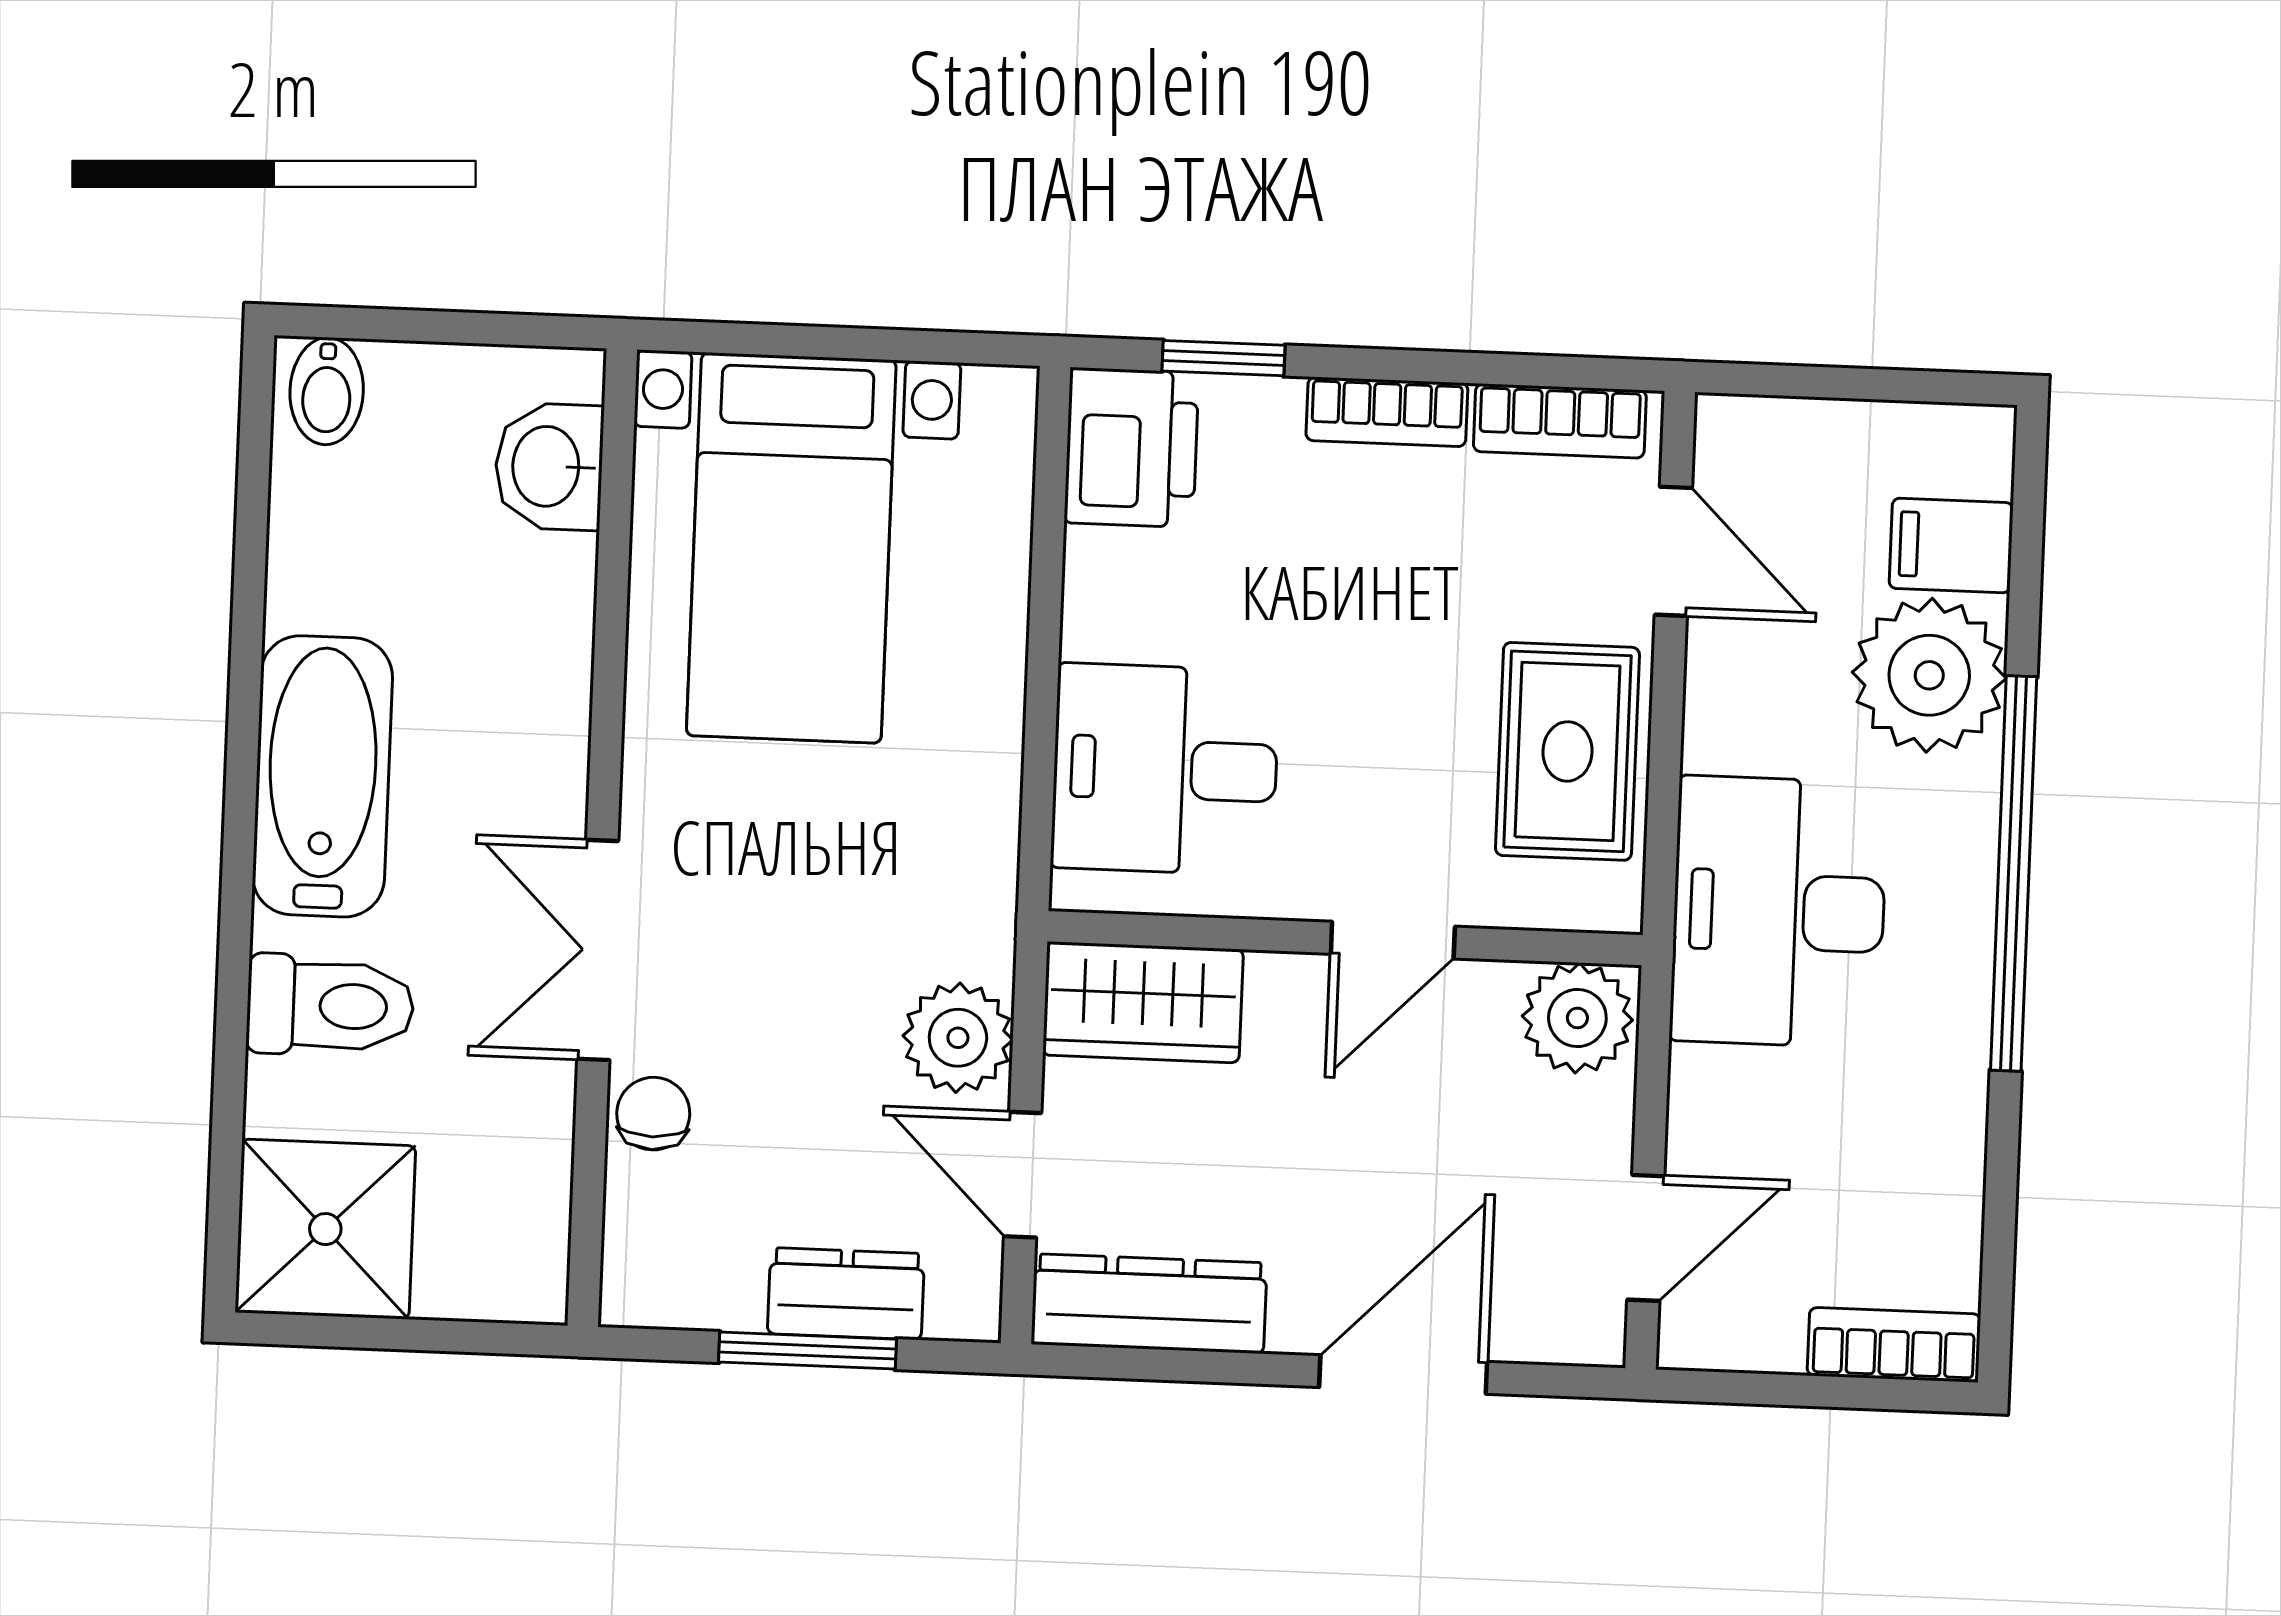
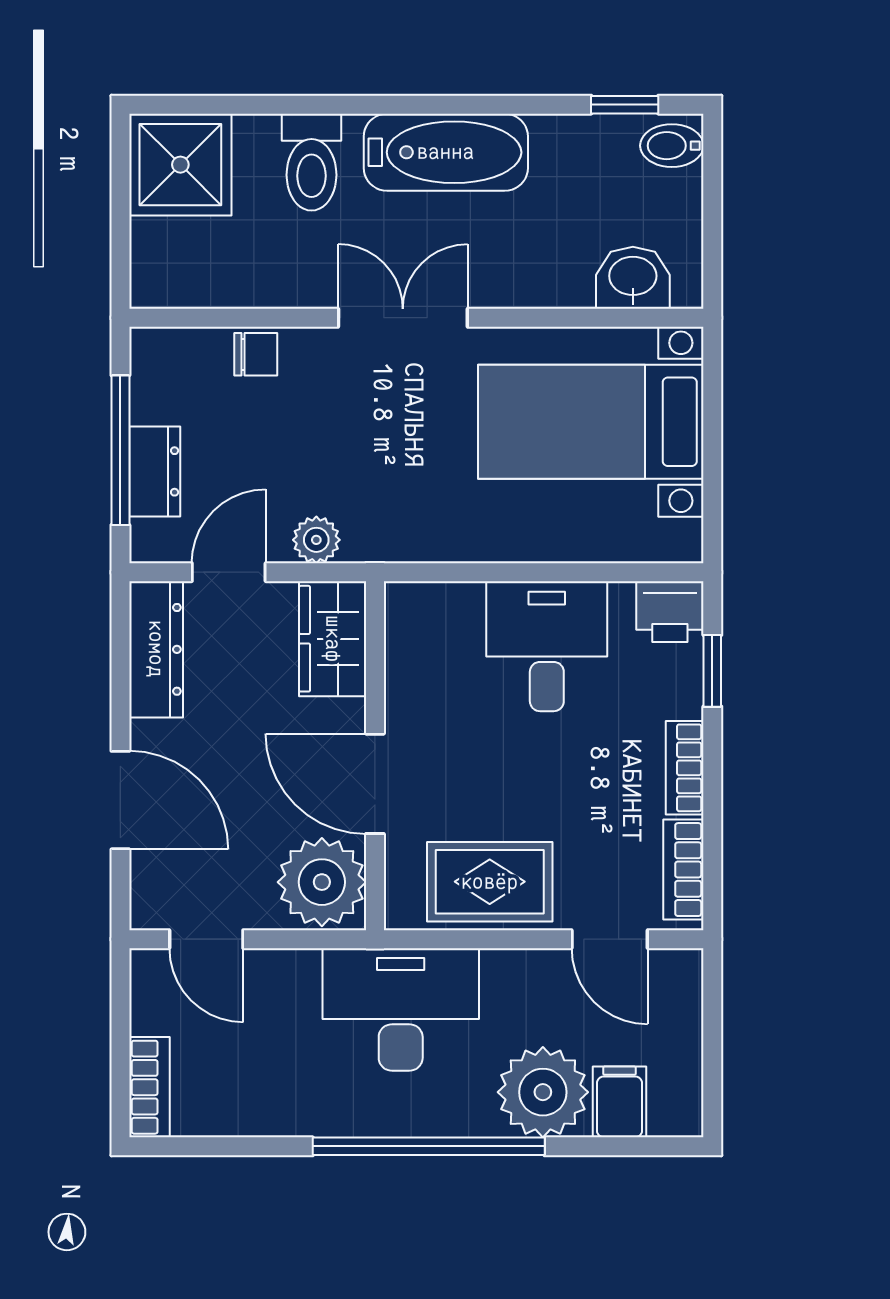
printer: (1131, 448) -> (670, 612), width x0.73, depth x0.81
window: (254, 469) -> (625, 105), added
door: (1673, 551) -> (610, 939), hinge flipped
desk: (1165, 769) -> (547, 646), moved
door: (1393, 940) -> (375, 784), width x1.38
double door: (598, 950) -> (403, 318), moved
plant: (1577, 1018) -> (322, 882), width x1.36, depth x1.36
plant: (958, 1038) -> (316, 540), width x0.73, depth x0.73
window: (807, 1351) -> (120, 450), width x1.44

